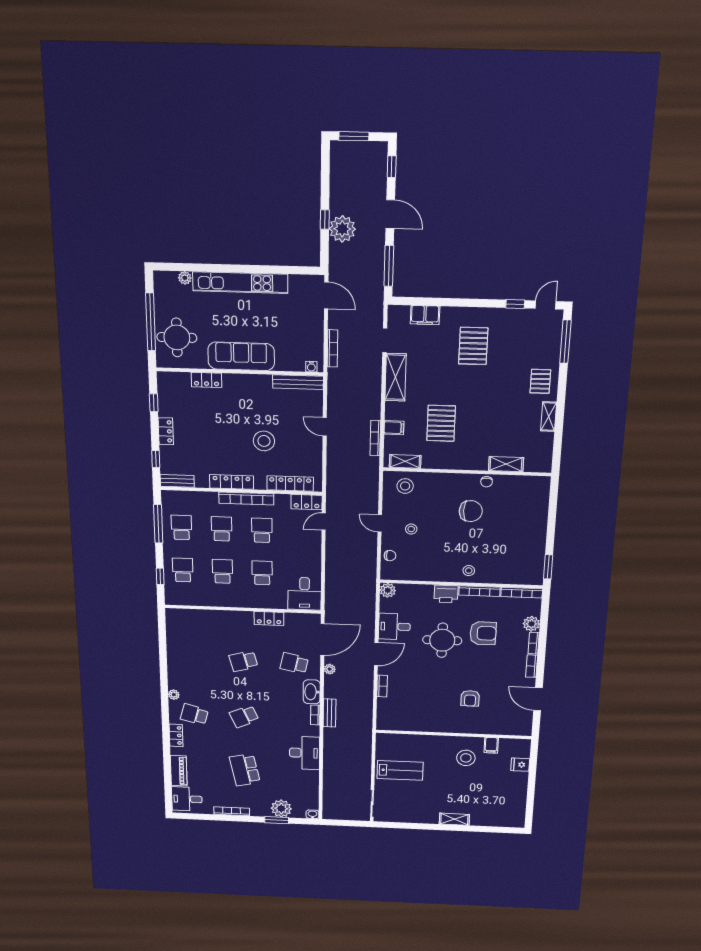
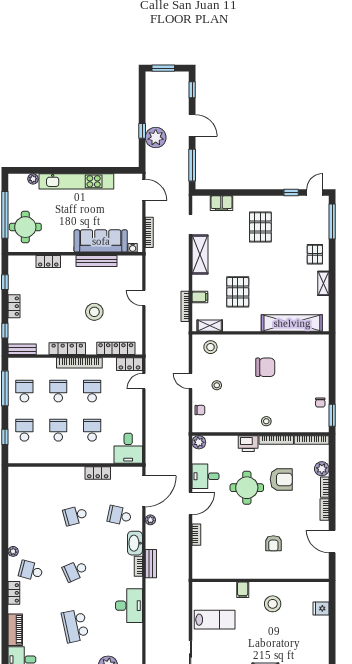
sofa: (241, 356) -> (101, 241), moved
bench: (298, 382) -> (97, 261), moved
shelving: (506, 464) -> (292, 323), width x2.20, depth x1.33
chair: (487, 482) -> (320, 402), moved
filing cabinet: (491, 745) -> (243, 590), moved

